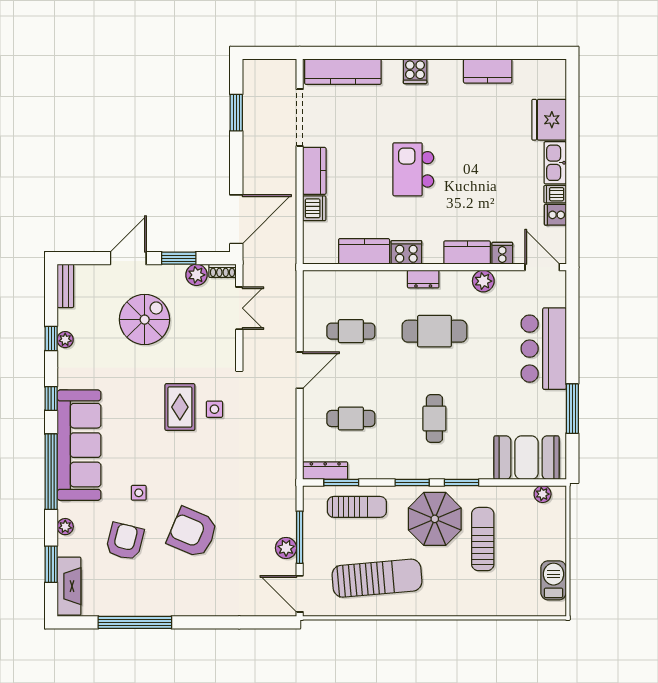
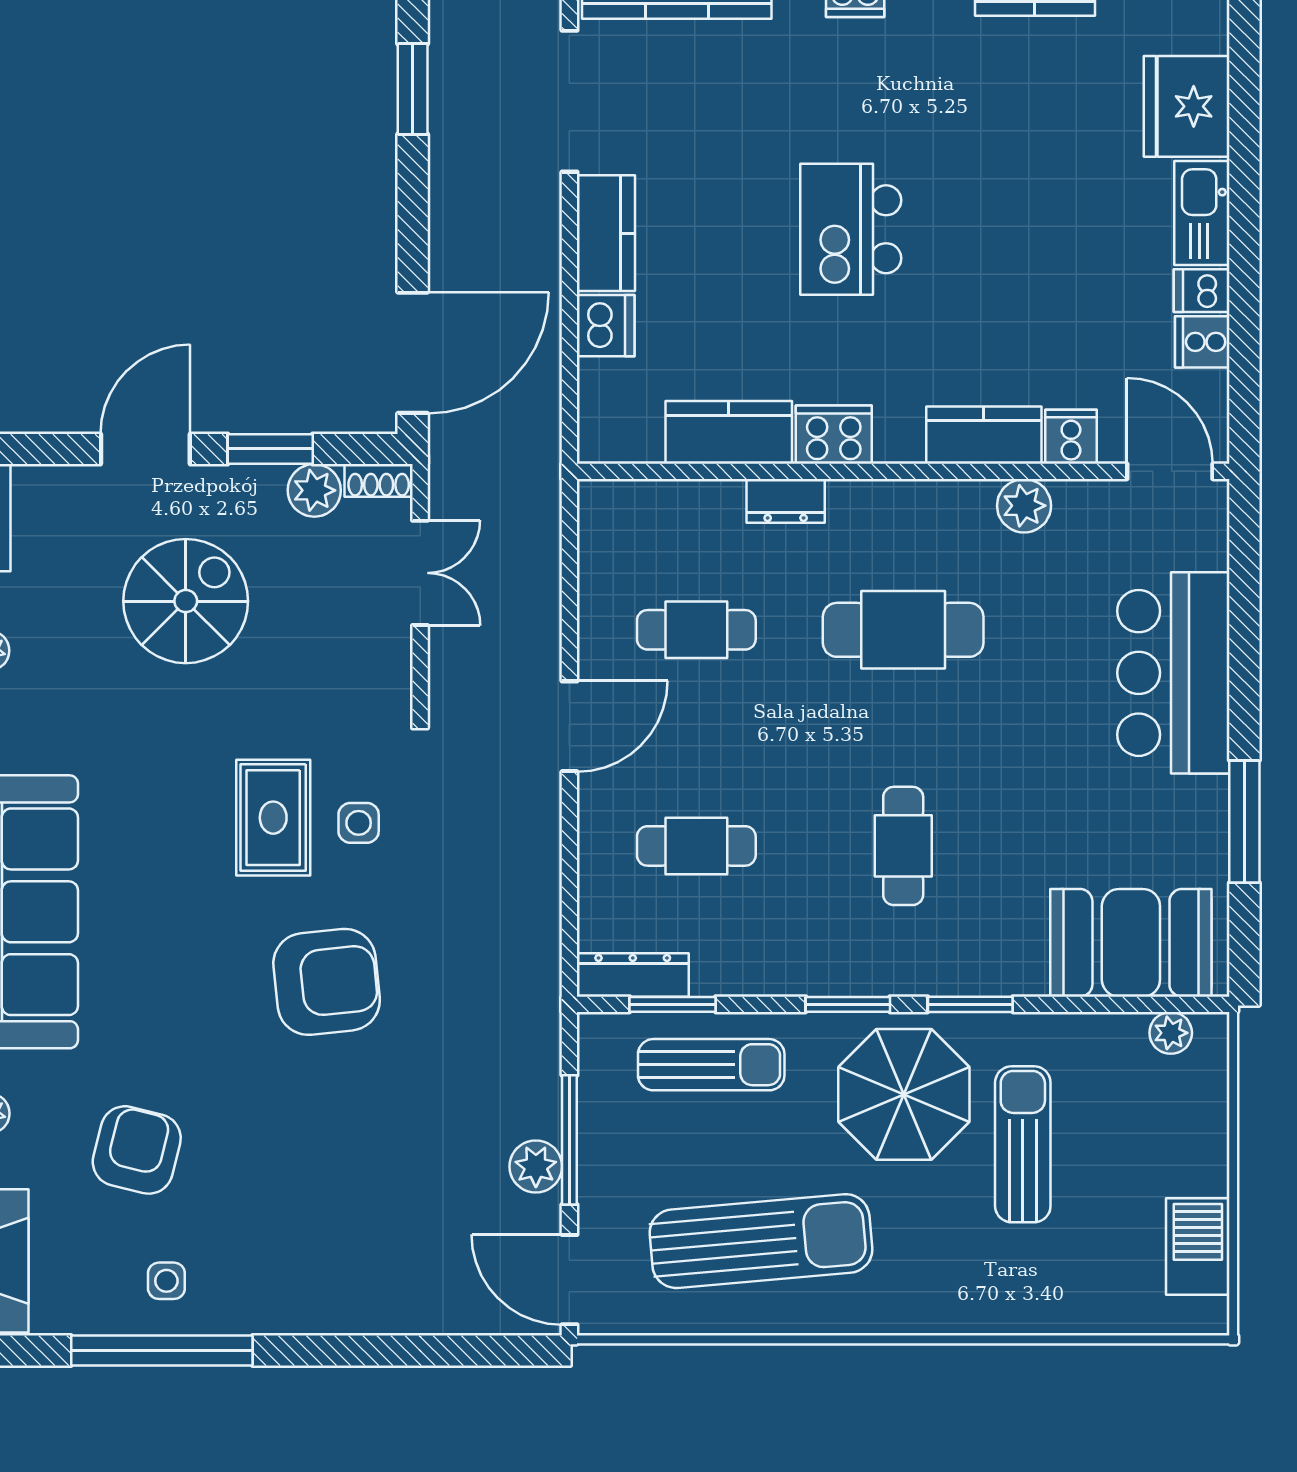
dresser: (423, 279) -> (786, 501), moved
side table: (139, 493) -> (166, 1281), moved
armchair: (193, 532) -> (327, 982), moved, turned 151

